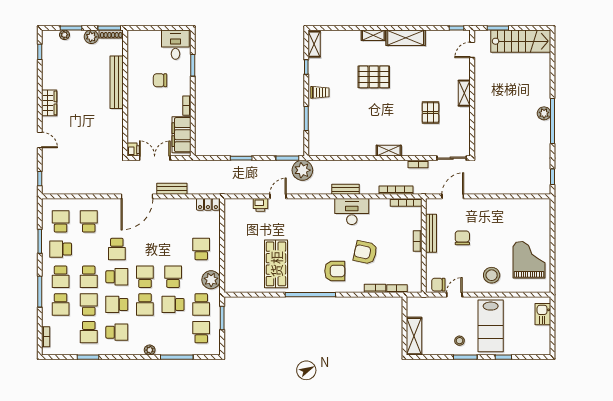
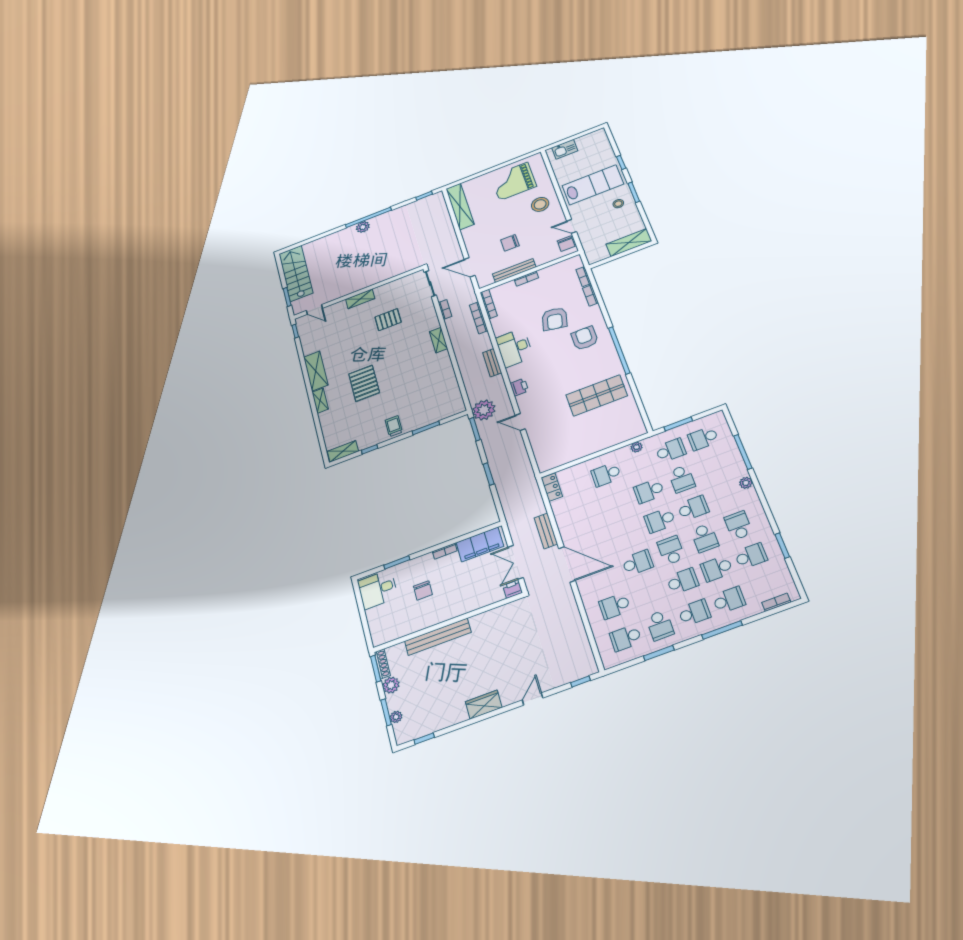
printer: (260, 205) -> (519, 387), moved
shelving: (524, 206) -> (460, 206), added
plant: (211, 280) -> (637, 447), width x0.53, depth x0.53

